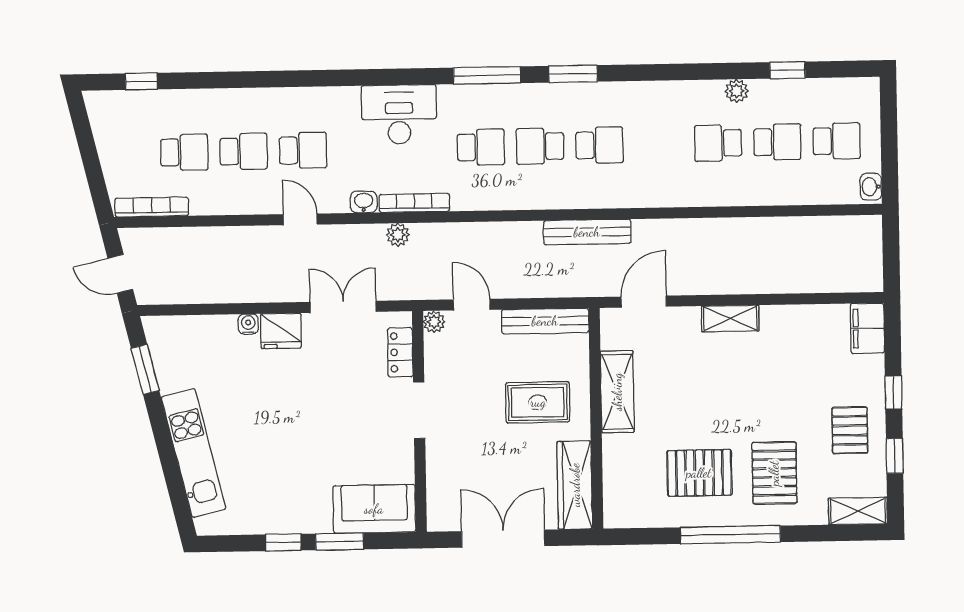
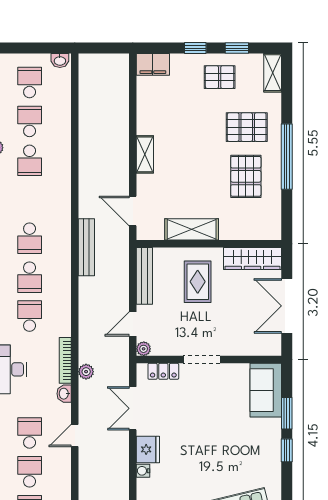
school desk: (599, 145) -> (30, 238), turned 180

